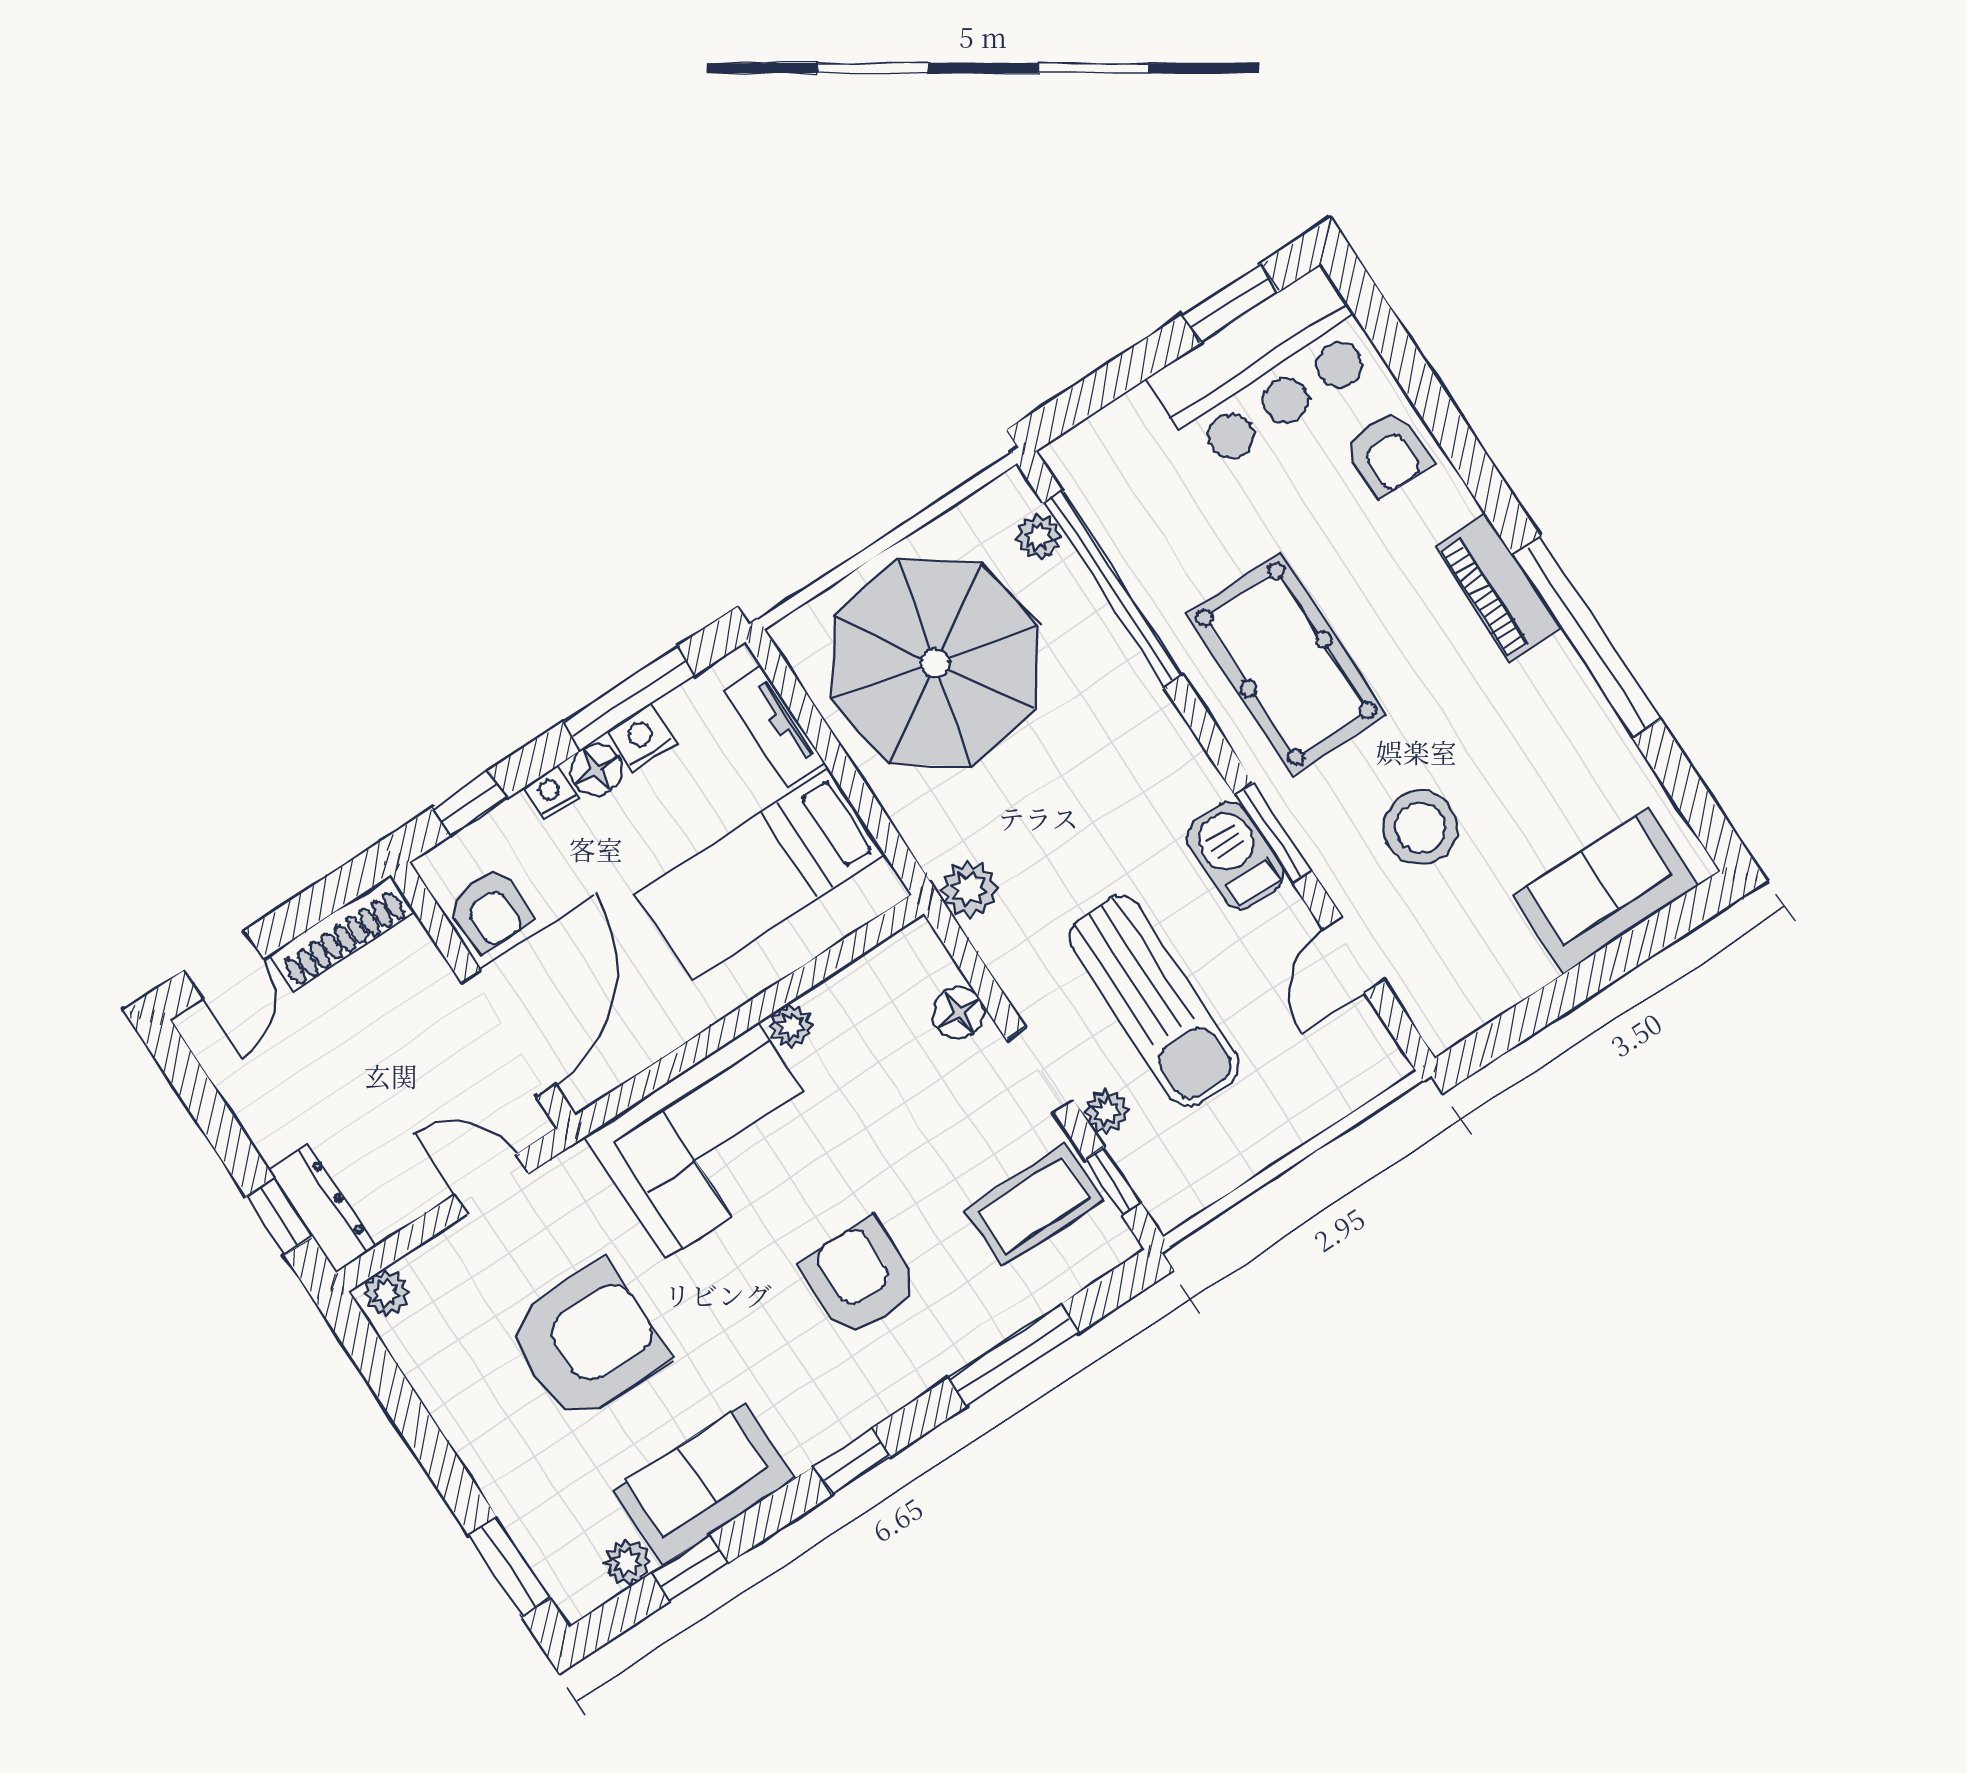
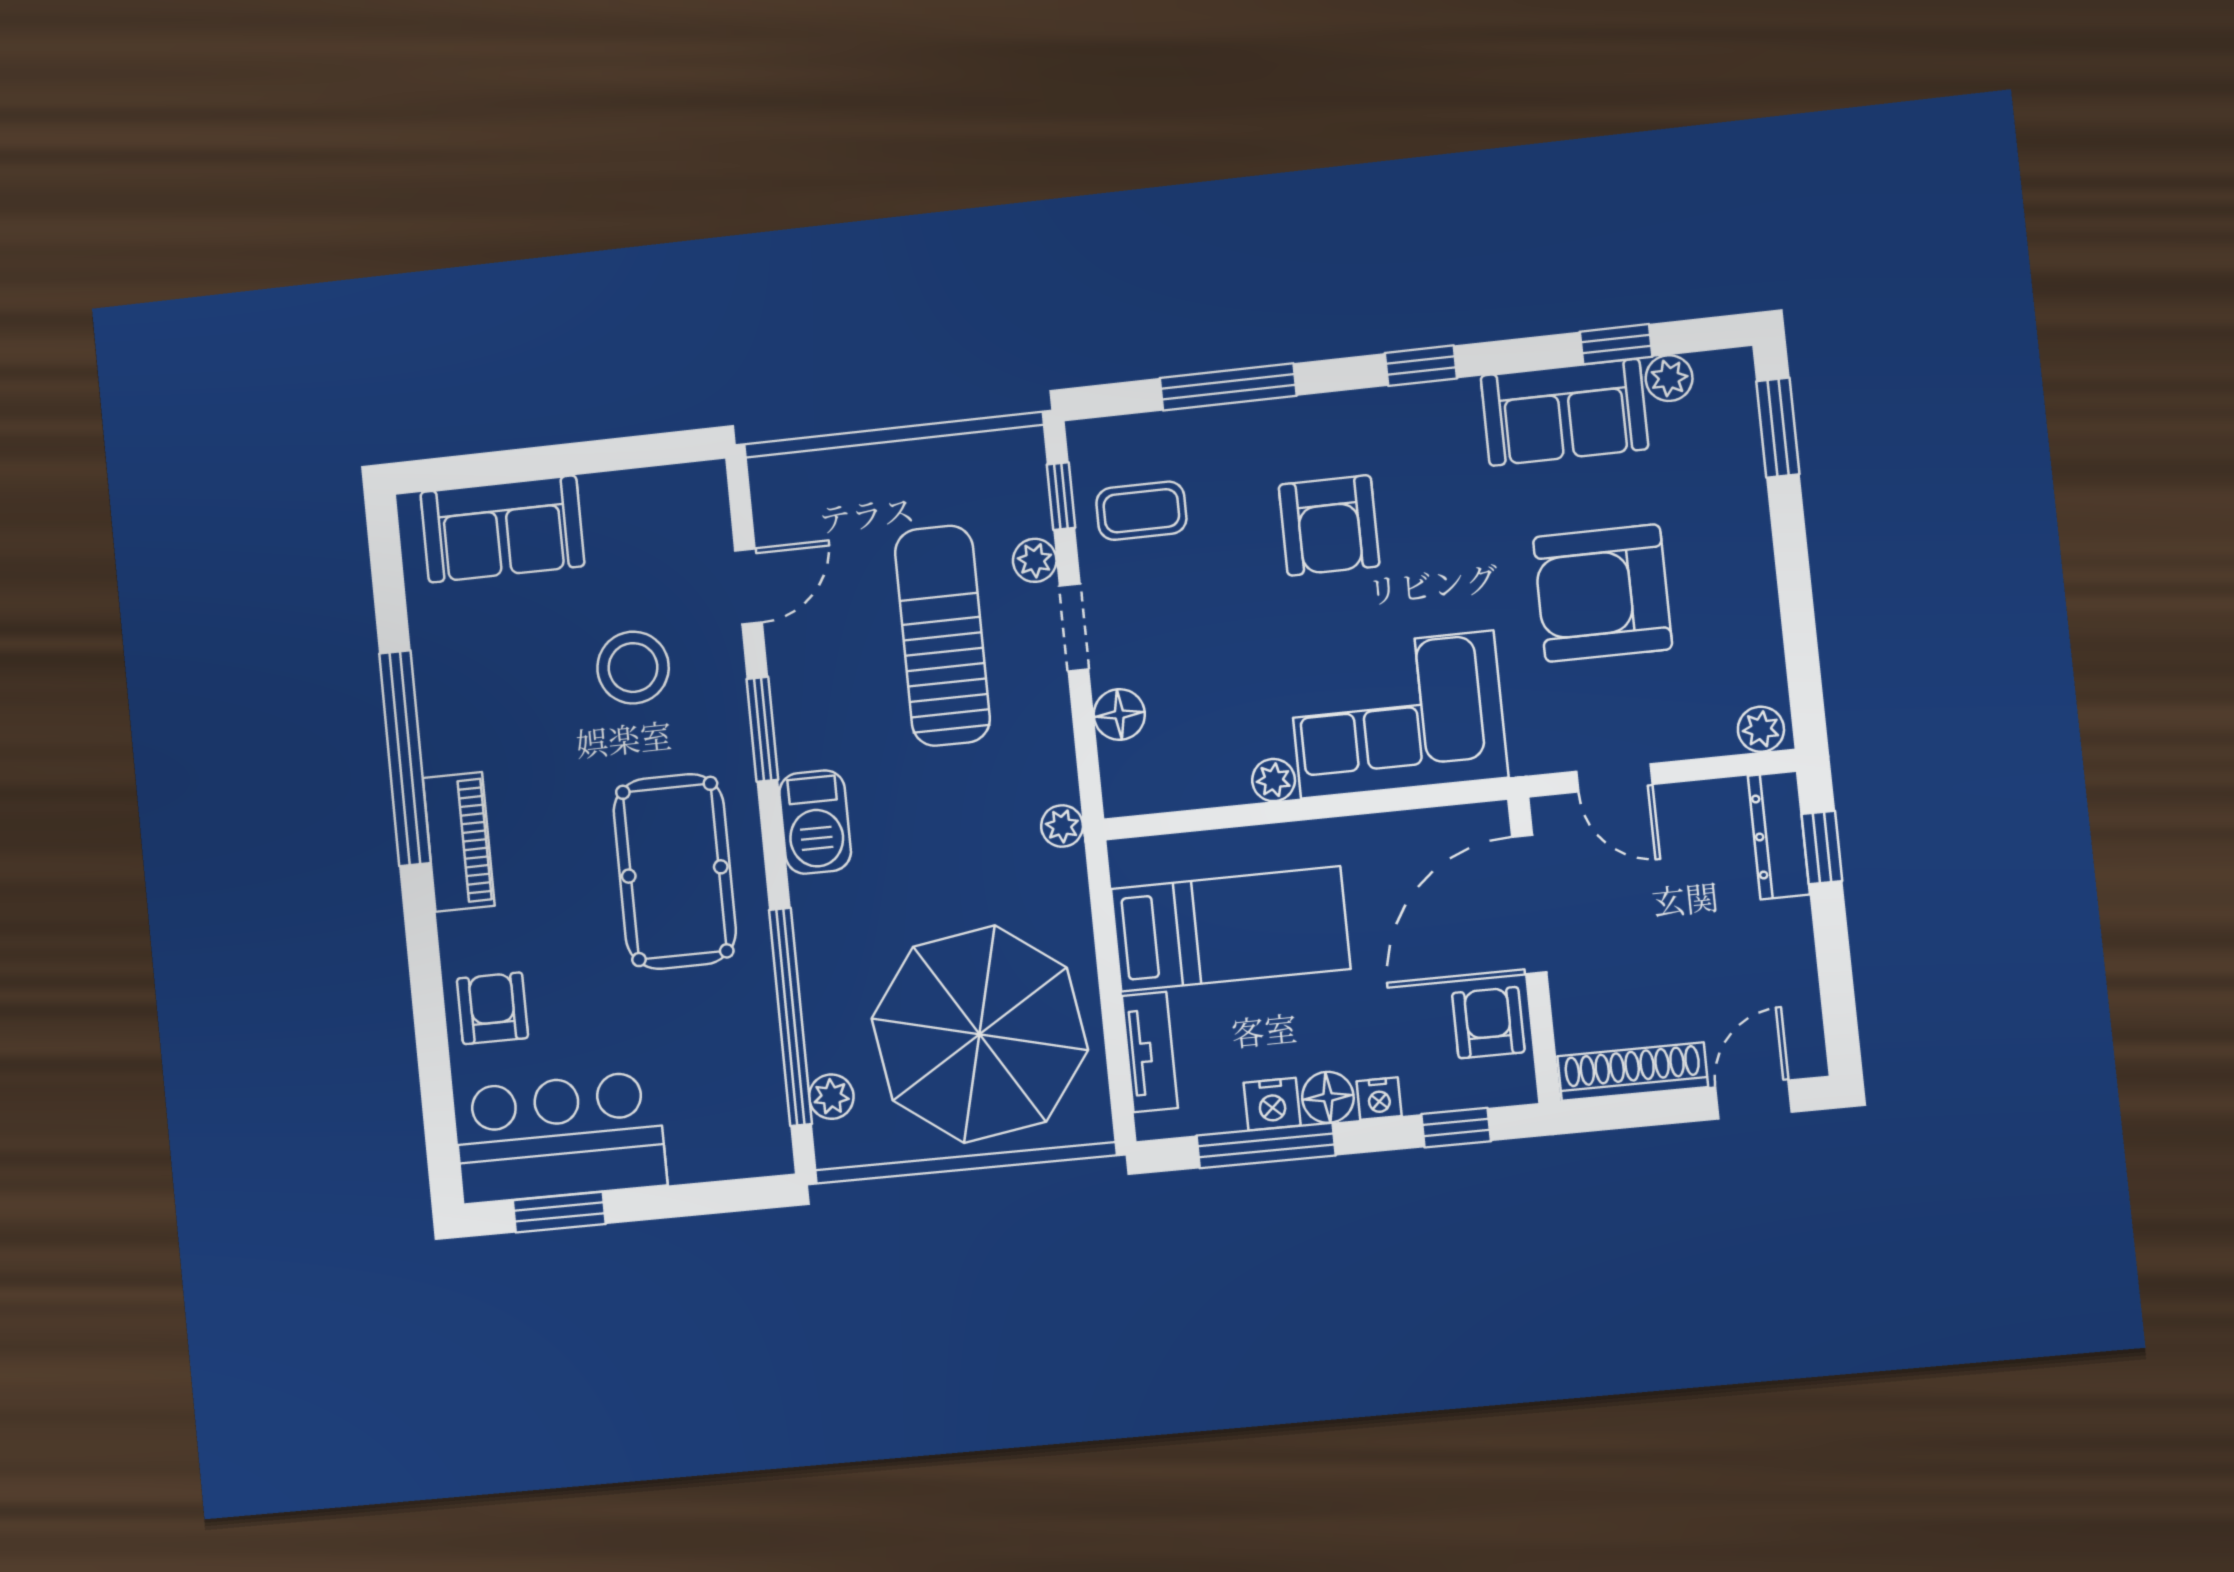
barbecue: (1235, 855) -> (815, 822), moved
plant: (969, 889) -> (1062, 826), width x0.73, depth x0.73
coffee table: (1034, 1205) -> (1141, 511), width x0.73, depth x0.77

